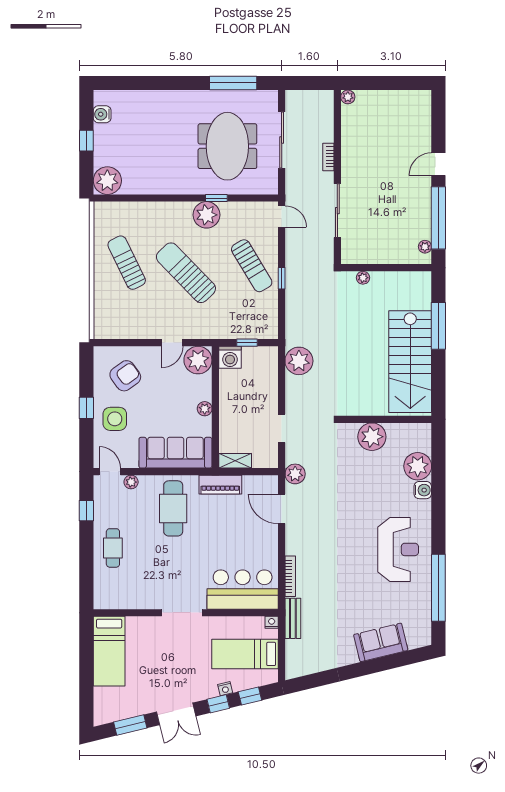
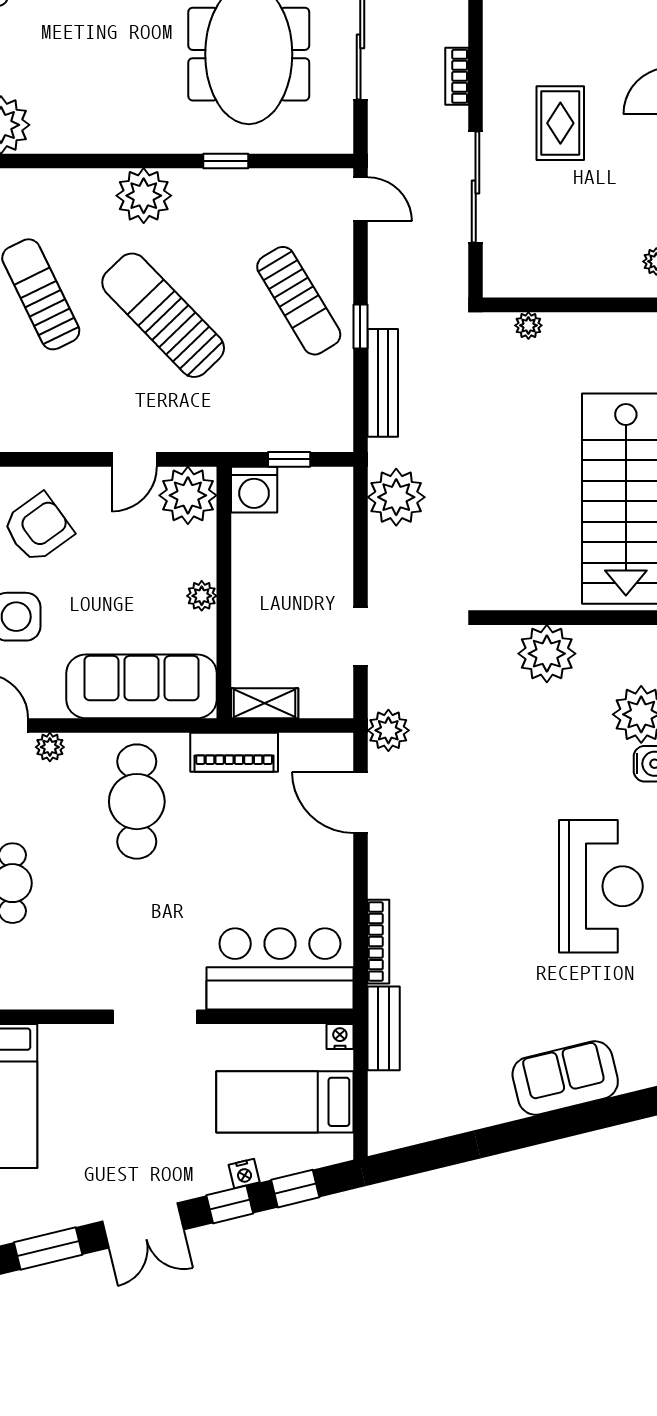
rug: (378, 180) -> (560, 123), added
plant: (206, 215) -> (144, 196), moved
bench: (292, 306) -> (383, 383), added

